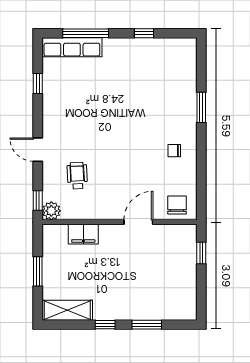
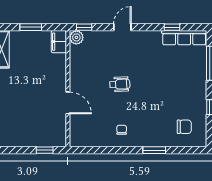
row of seats: (72, 47) -> (184, 38), moved, turned -90
wheelchair: (77, 176) -> (120, 84), moved
chair: (177, 205) -> (184, 127), moved
filing cabinet: (83, 234) -> (59, 42), moved

